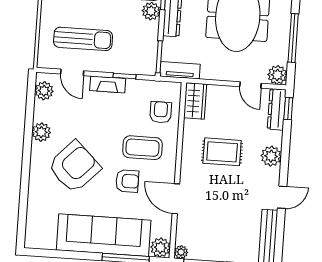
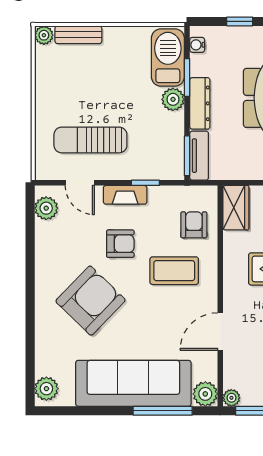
sun lounger: (83, 39) -> (90, 140), turned 180
tv unit: (180, 70) -> (199, 156), moved, turned 90
plant: (41, 132) -> (46, 389), moved
armchair: (127, 181) -> (120, 244), moved
door: (176, 199) -> (220, 332), hinge flipped

